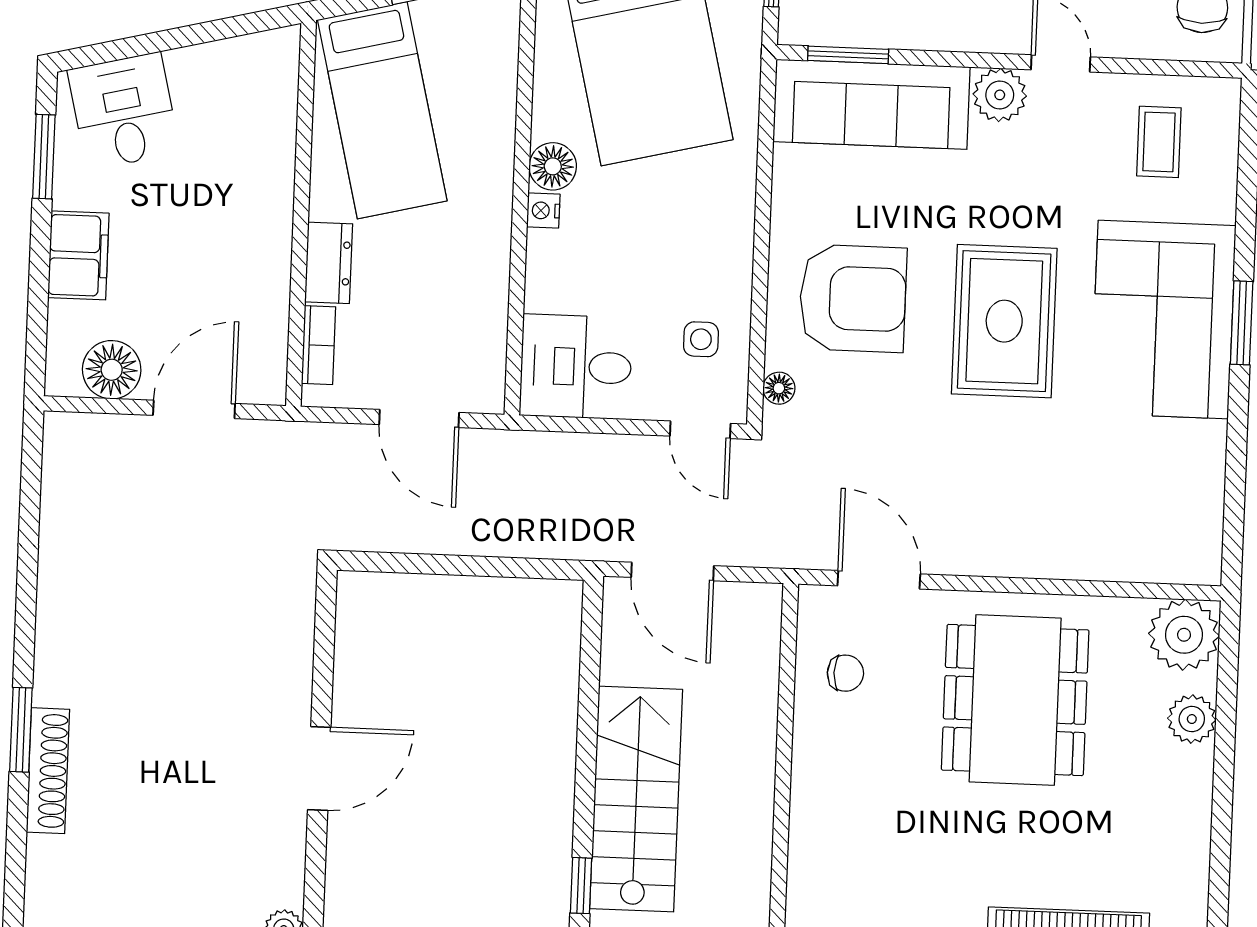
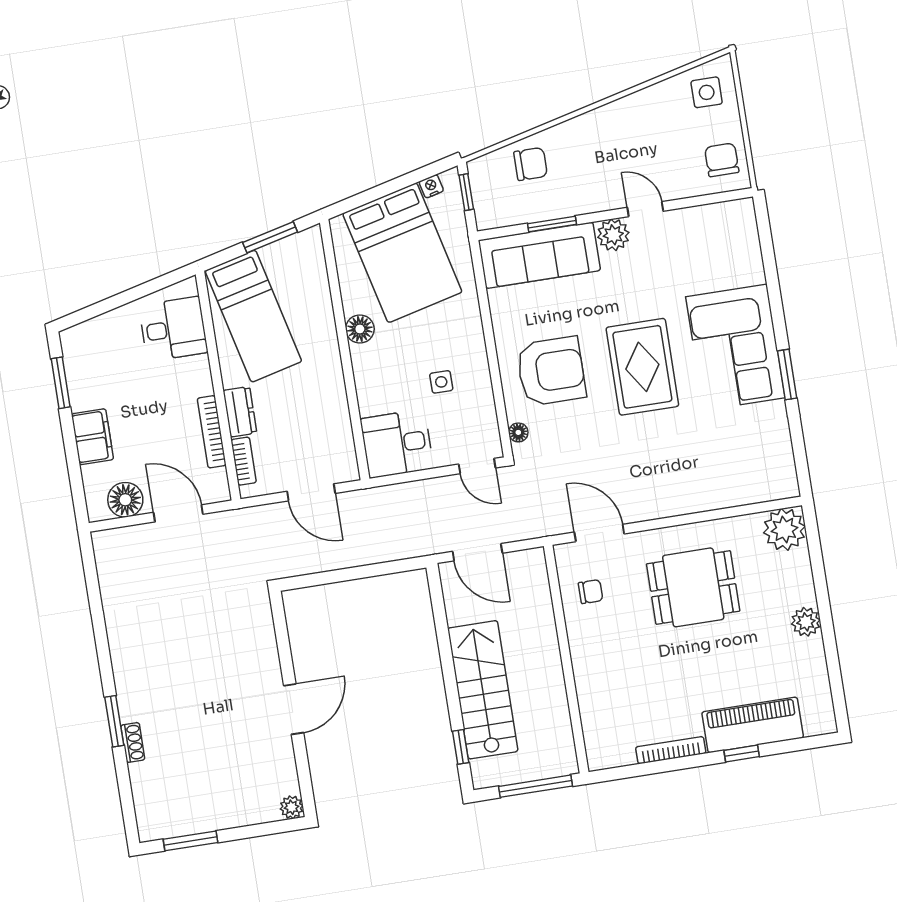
window: (848, 55) -> (552, 224), moved
desk: (124, 111) -> (173, 329), moved, turned 104
coffee table: (1159, 142) -> (712, 244), removed
nightstand: (543, 211) -> (360, 356), removed
bookcase: (276, 286) -> (212, 432), added
window: (1242, 323) -> (787, 374), moved
side table: (701, 339) -> (441, 382), moved
door: (194, 409) -> (178, 513), hinge flipped
dining table: (1015, 700) -> (693, 587), width x0.73
plant: (1192, 719) -> (806, 622), moved
shoe rack: (48, 771) -> (133, 742), width x0.51, depth x0.81

